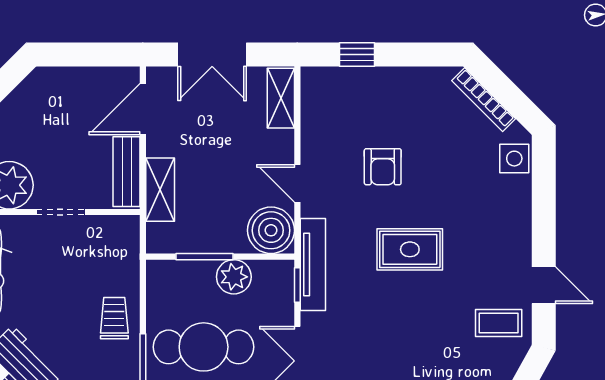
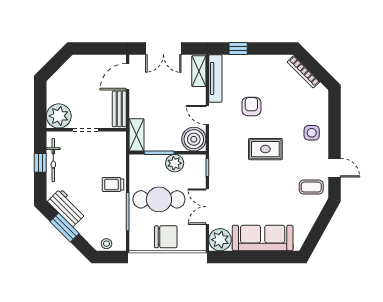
side table: (514, 159) -> (312, 133), moved
armchair: (383, 167) -> (251, 106), turned 180
shelving: (160, 190) -> (137, 135), moved
tv unit: (313, 264) -> (215, 79), moved
trolley: (114, 318) -> (113, 185), turned -90

